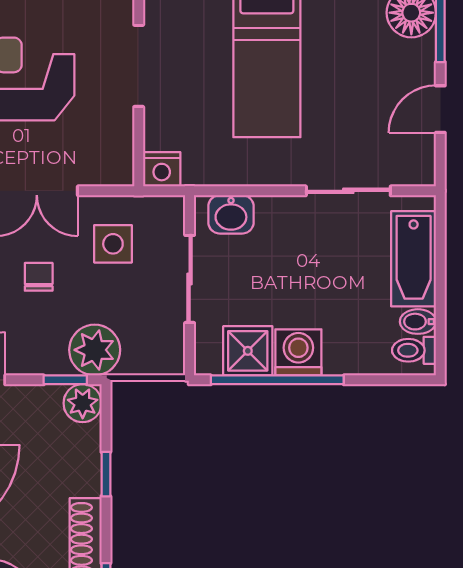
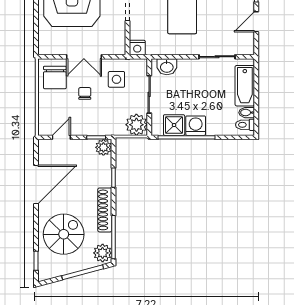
plant: (95, 350) -> (136, 125), moved

